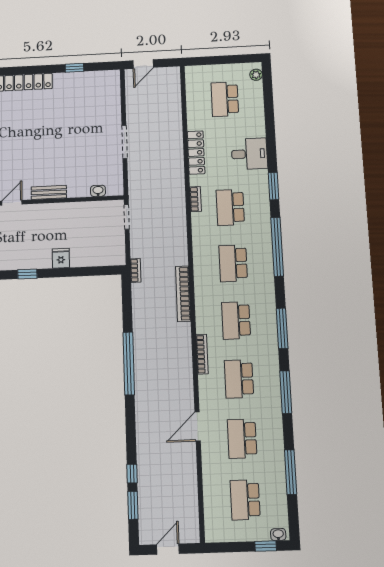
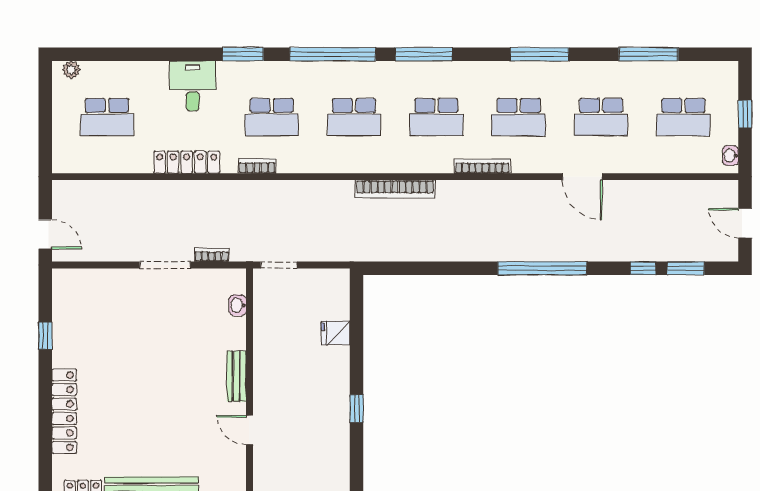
fridge: (61, 258) -> (336, 333), moved
bookcase: (136, 270) -> (212, 255), moved
window: (282, 328) -> (424, 54), moved
window: (129, 363) -> (542, 268), moved
washbasin: (278, 535) -> (731, 156), moved
window: (266, 546) -> (745, 114), moved

